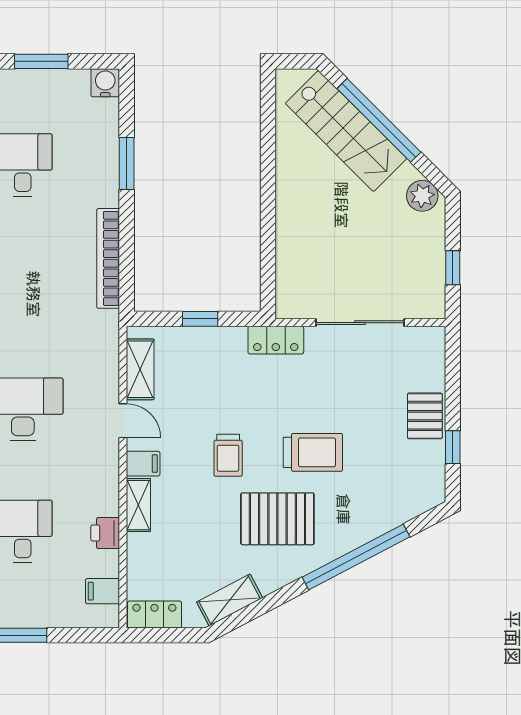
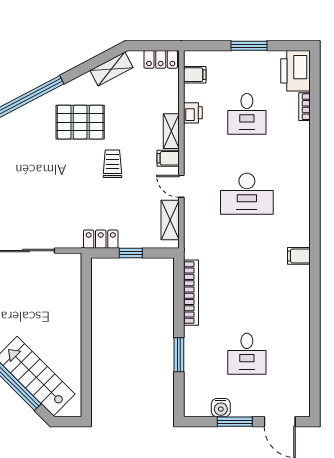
water cooler: (105, 83) -> (221, 408), moved
locker: (276, 340) -> (101, 239), moved
trolley: (313, 452) -> (57, 166), removed

